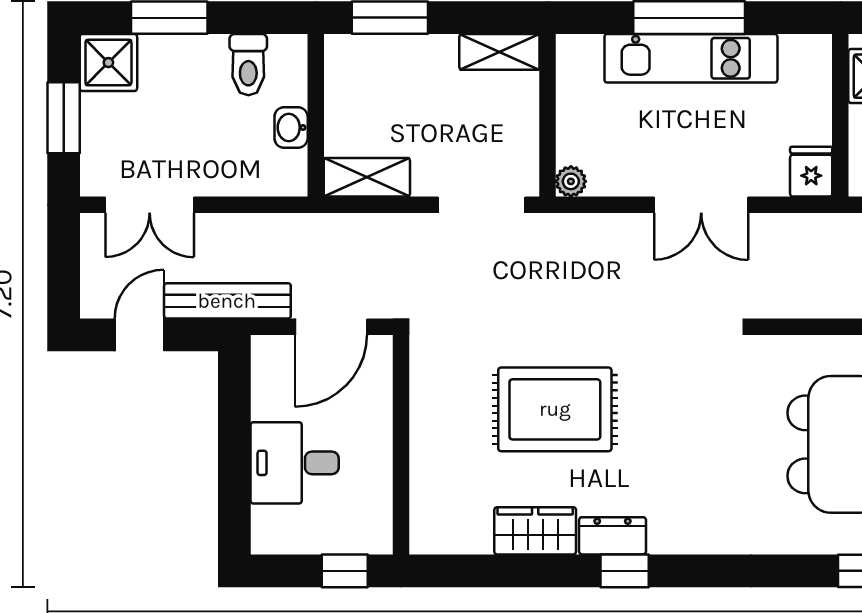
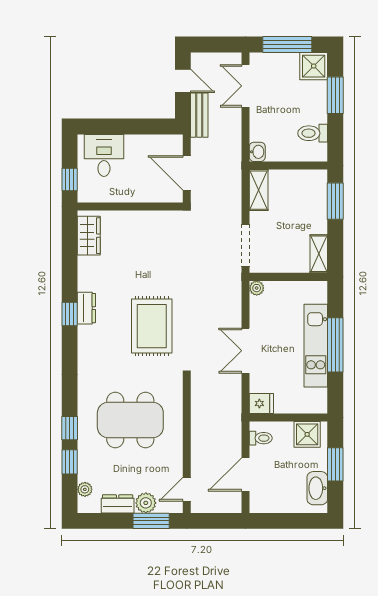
window: (64, 118) -> (287, 44), width x1.44
washbasin: (291, 127) -> (257, 152), moved, turned 90
bench: (227, 301) -> (199, 115), width x0.73
rug: (555, 409) -> (152, 326), moved
desk: (295, 463) -> (104, 155), moved
wardrobe: (535, 531) -> (89, 236), moved

